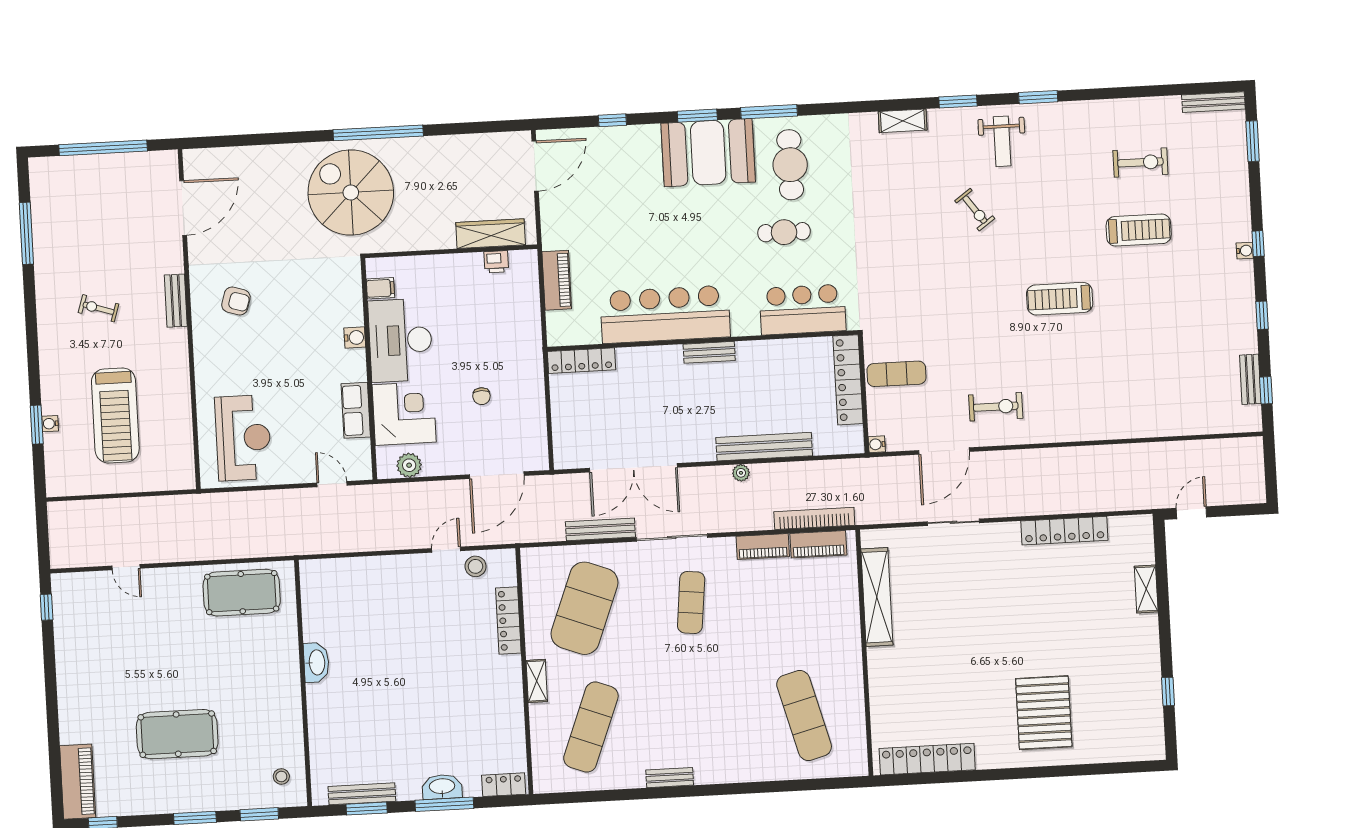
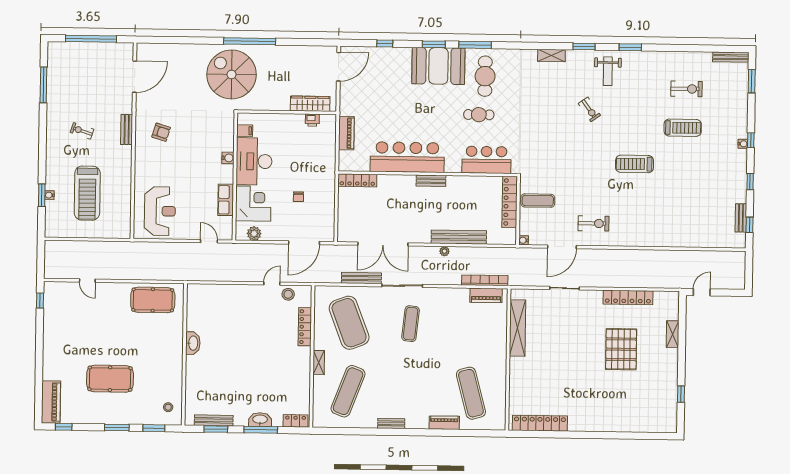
piano: (763, 546) -> (444, 423), moved, turned 180
exercise mat: (584, 608) -> (349, 323), turned -42
pallet: (1044, 713) -> (621, 349), moved

